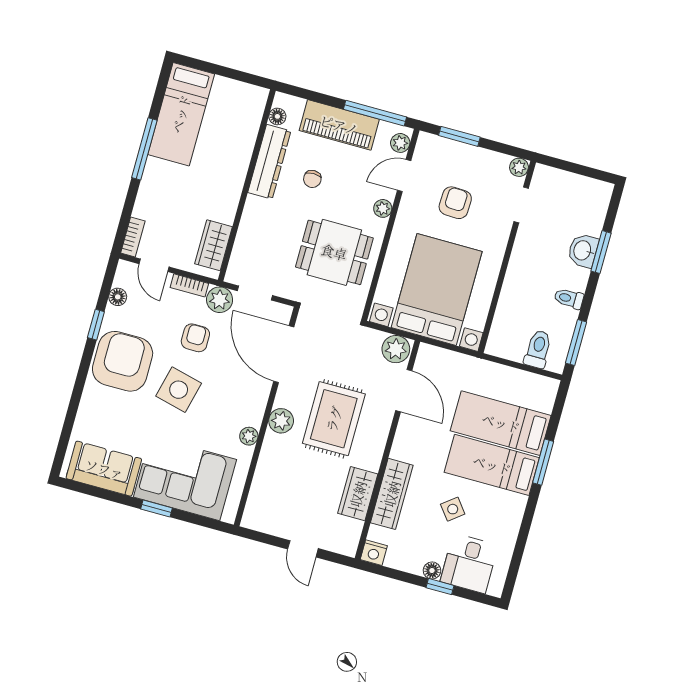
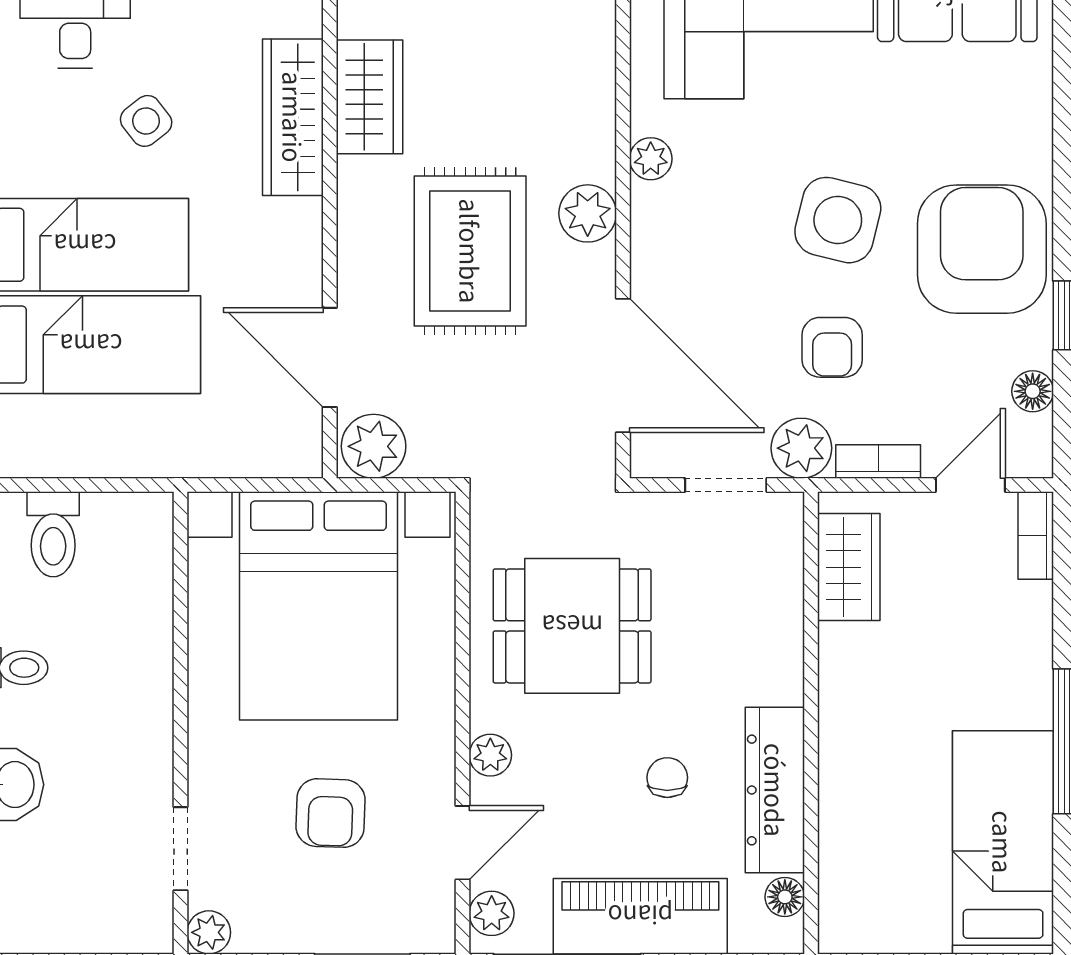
door: (154, 265) -> (970, 485), hinge flipped
armchair: (123, 361) -> (982, 249), turned 180

